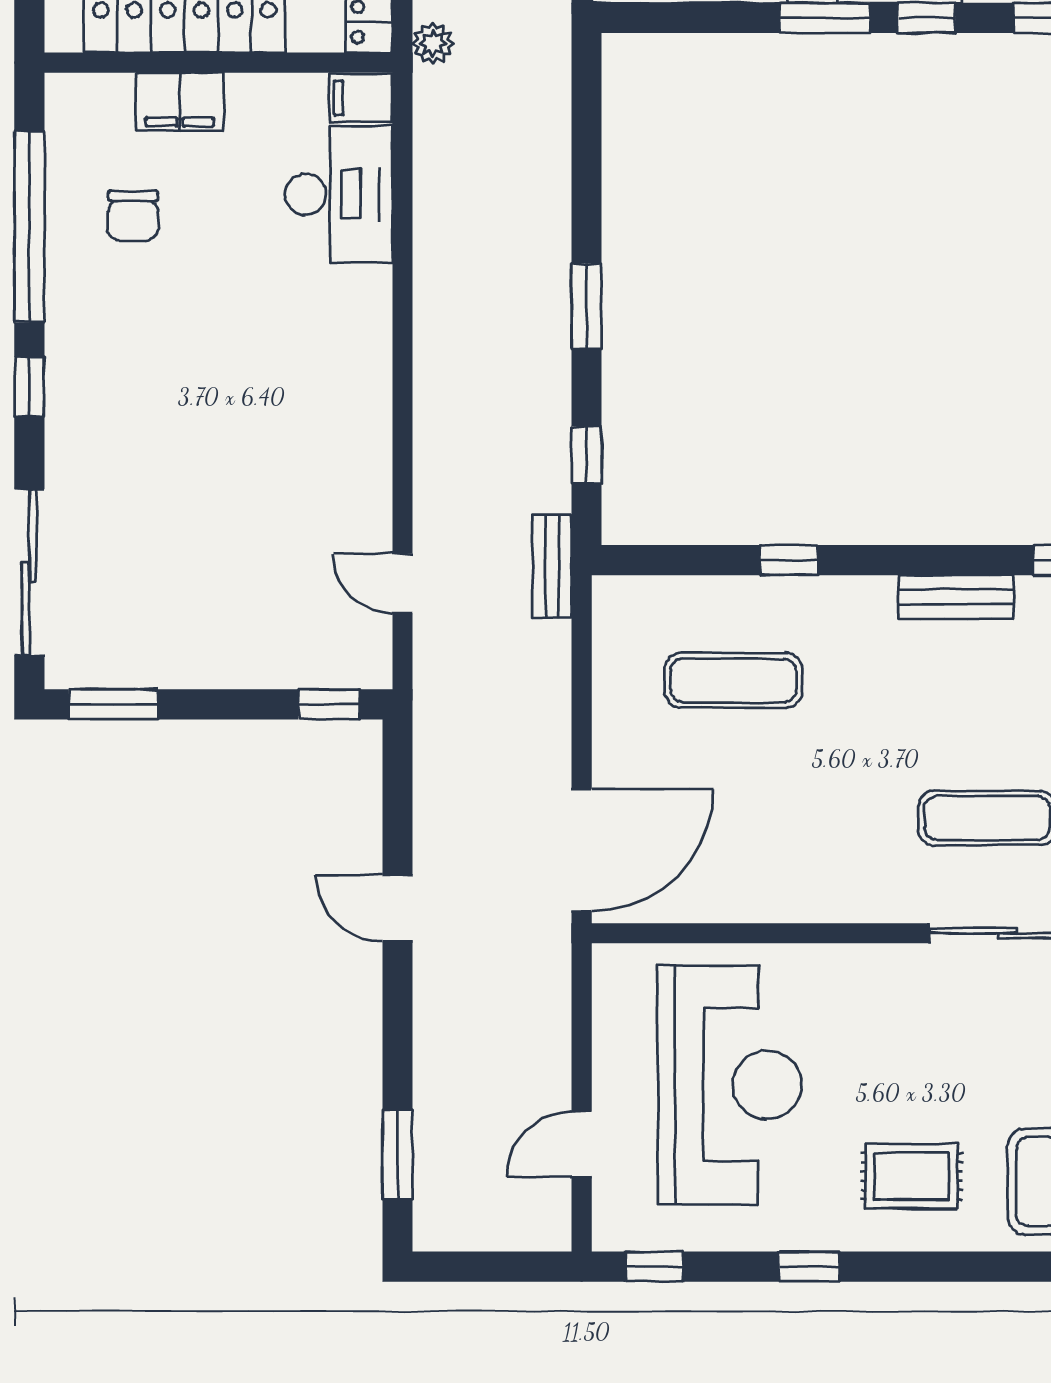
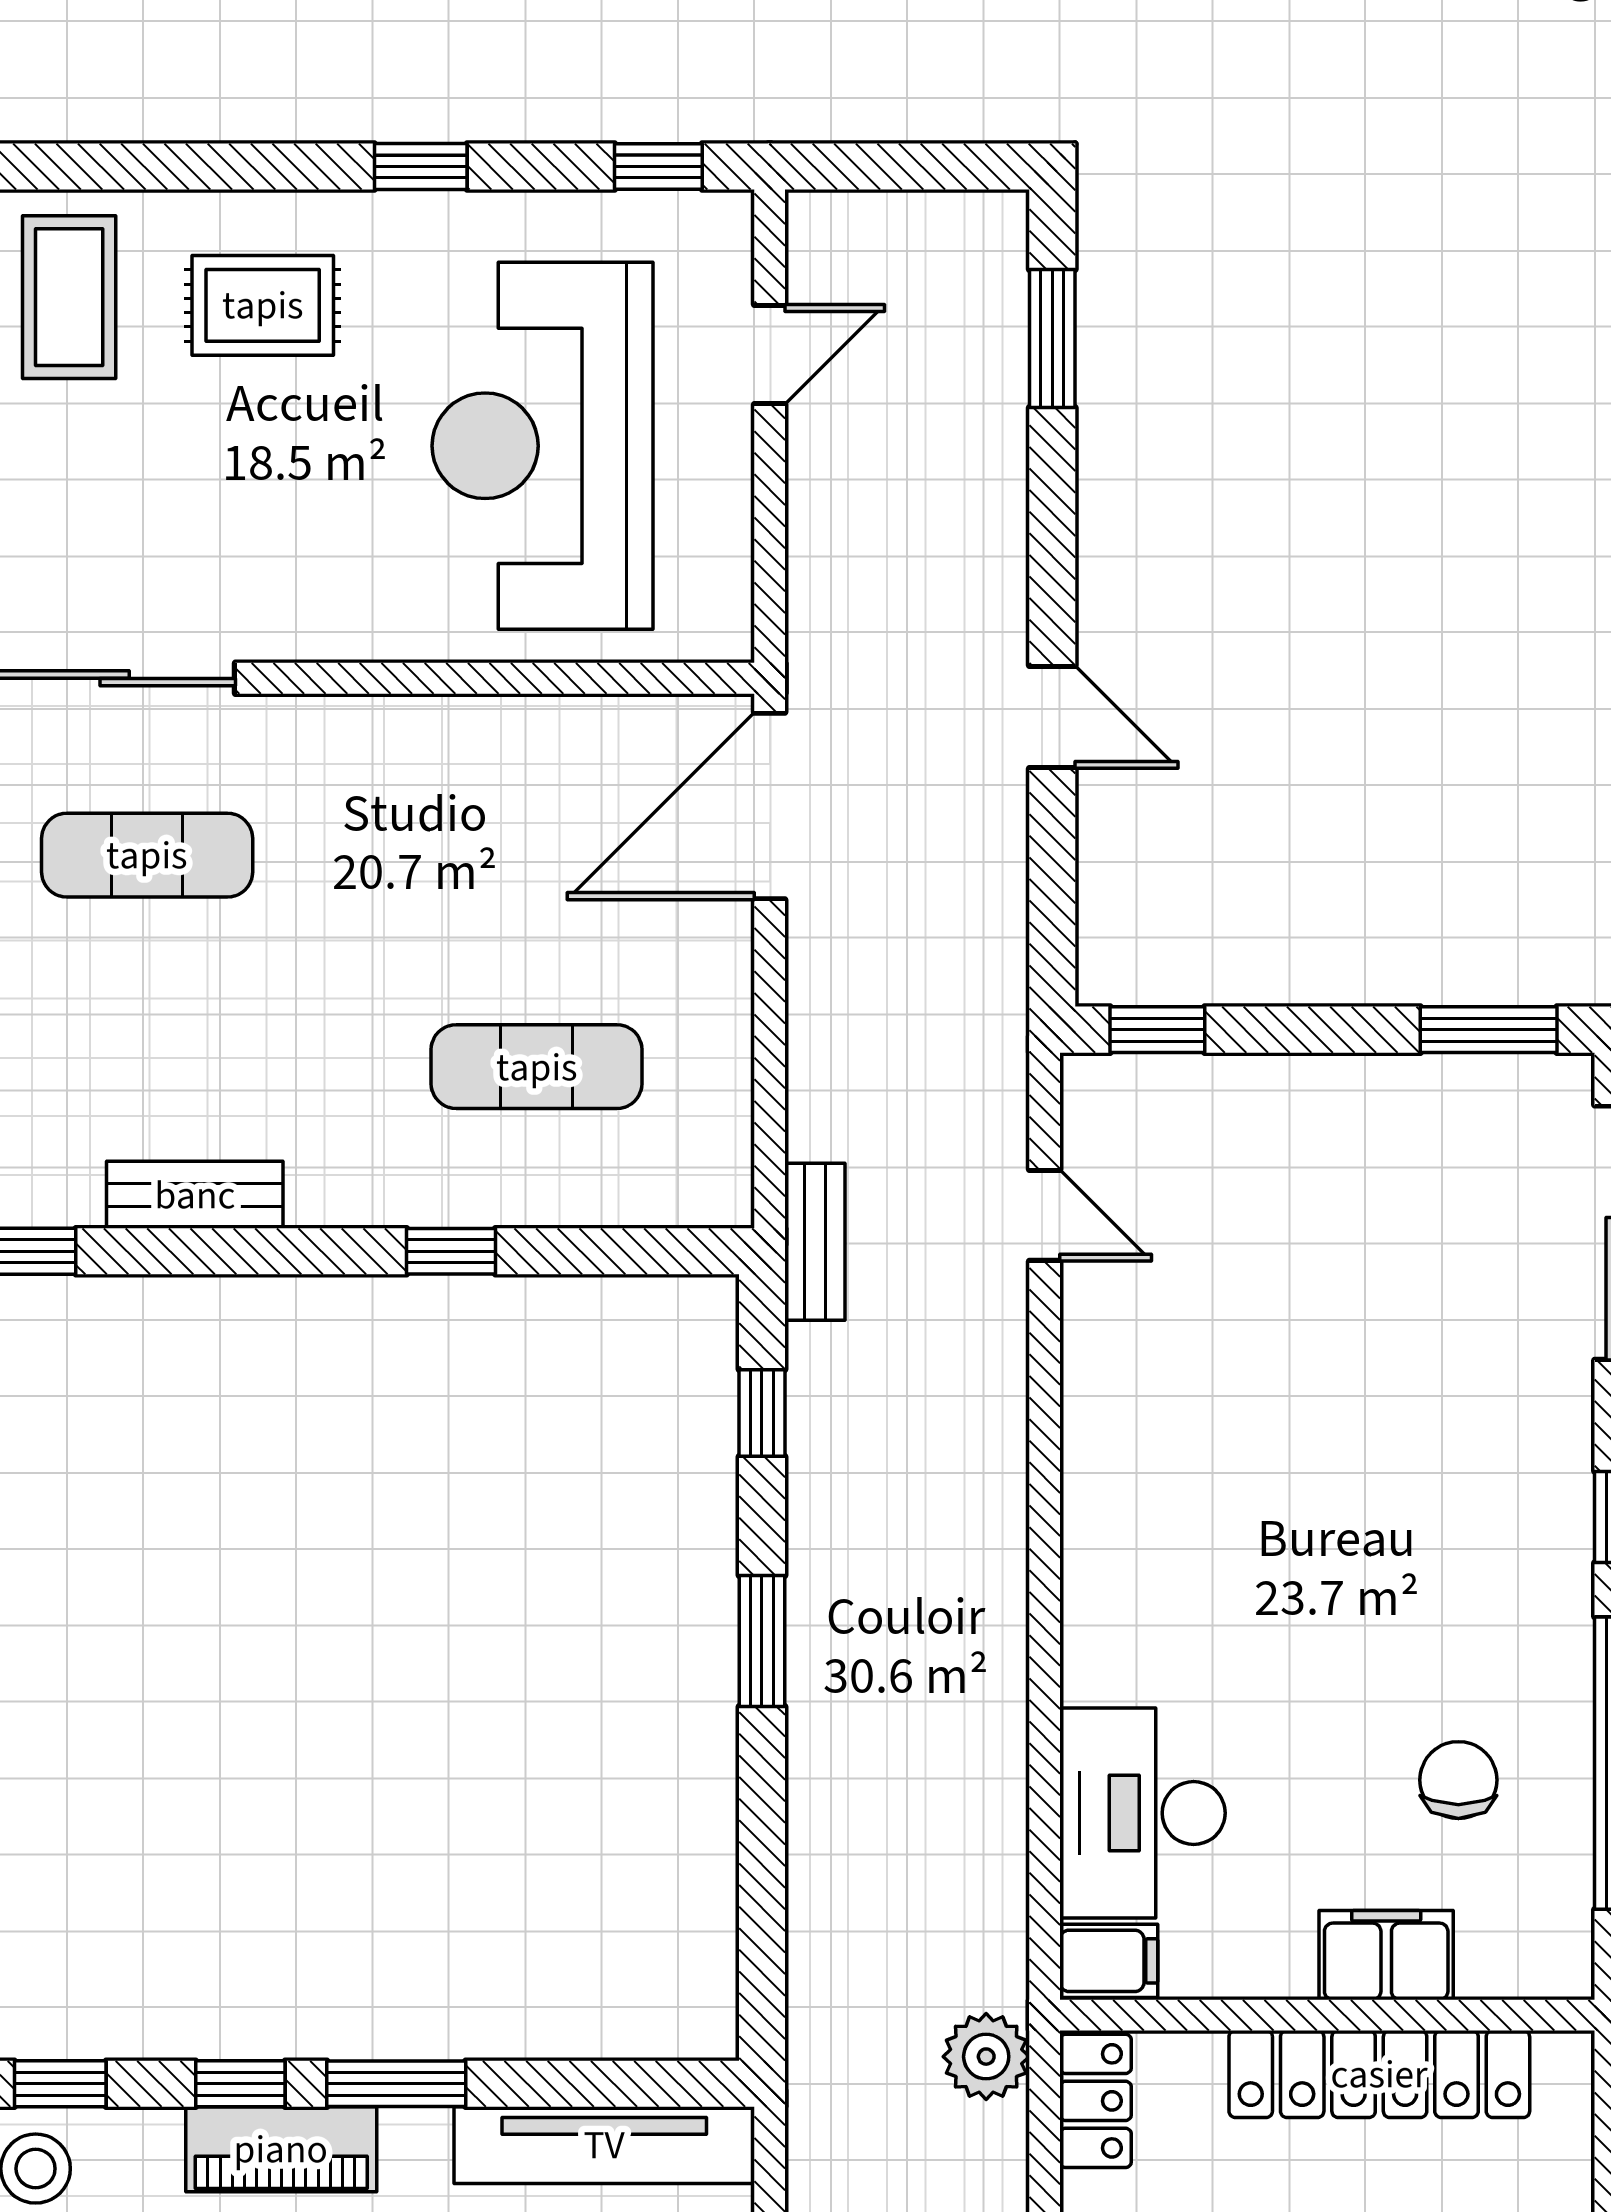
plant: (433, 43) -> (986, 2057), width x1.38, depth x1.38

